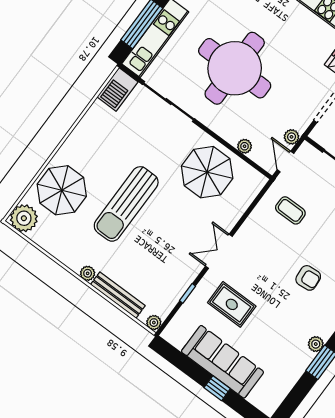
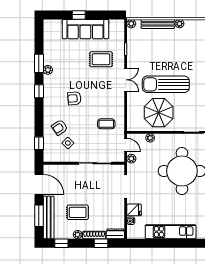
sun lounger: (126, 204) -> (166, 84), moved, turned -90

